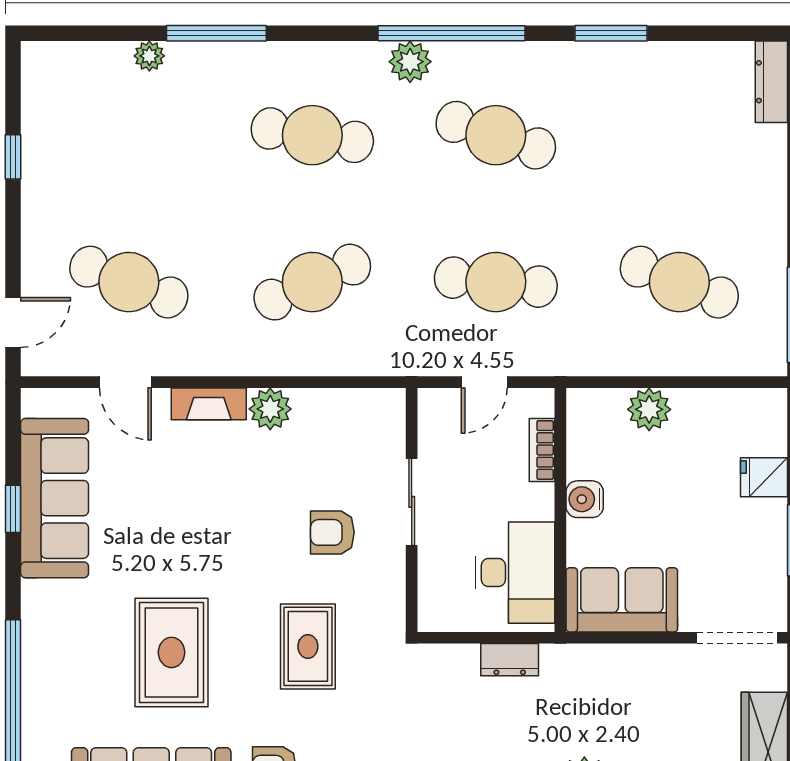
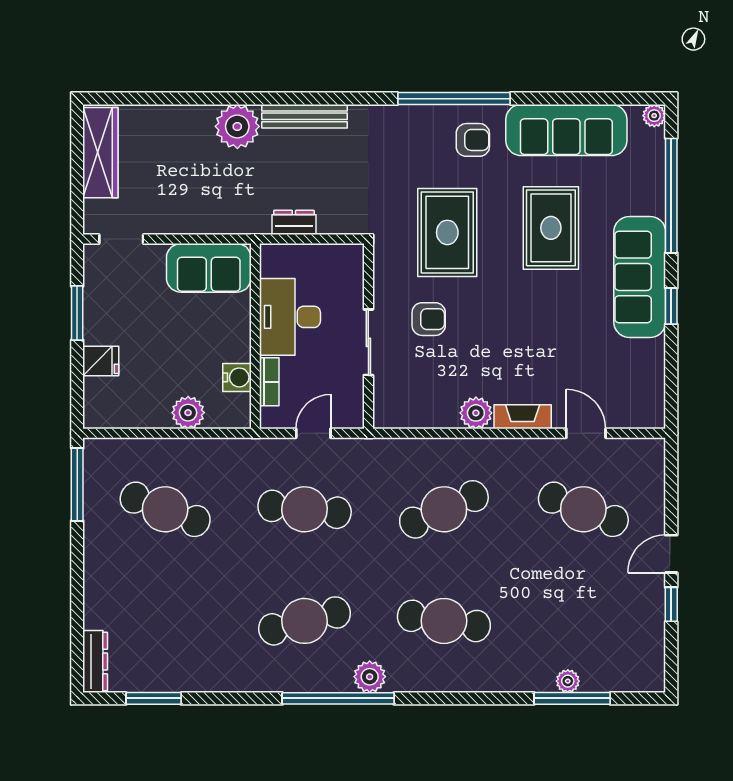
window: (216, 33) -> (572, 698), moved
window: (611, 33) -> (154, 698), moved
cafe table: (496, 135) -> (305, 621), turned -33
door: (13, 322) -> (671, 554), moved
sofa: (55, 498) -> (640, 277), moved
water cooler: (585, 499) -> (237, 377), moved
window: (13, 509) -> (671, 306), moved
desk: (515, 573) -> (290, 317), moved
doorway: (737, 638) -> (121, 239), width x0.73
rug: (308, 646) -> (447, 232), width x1.36, depth x1.43

